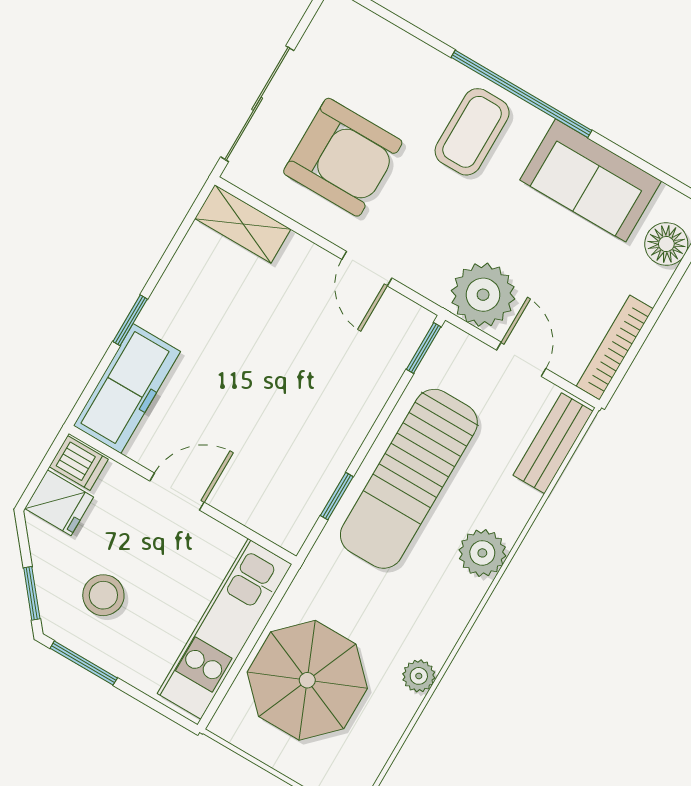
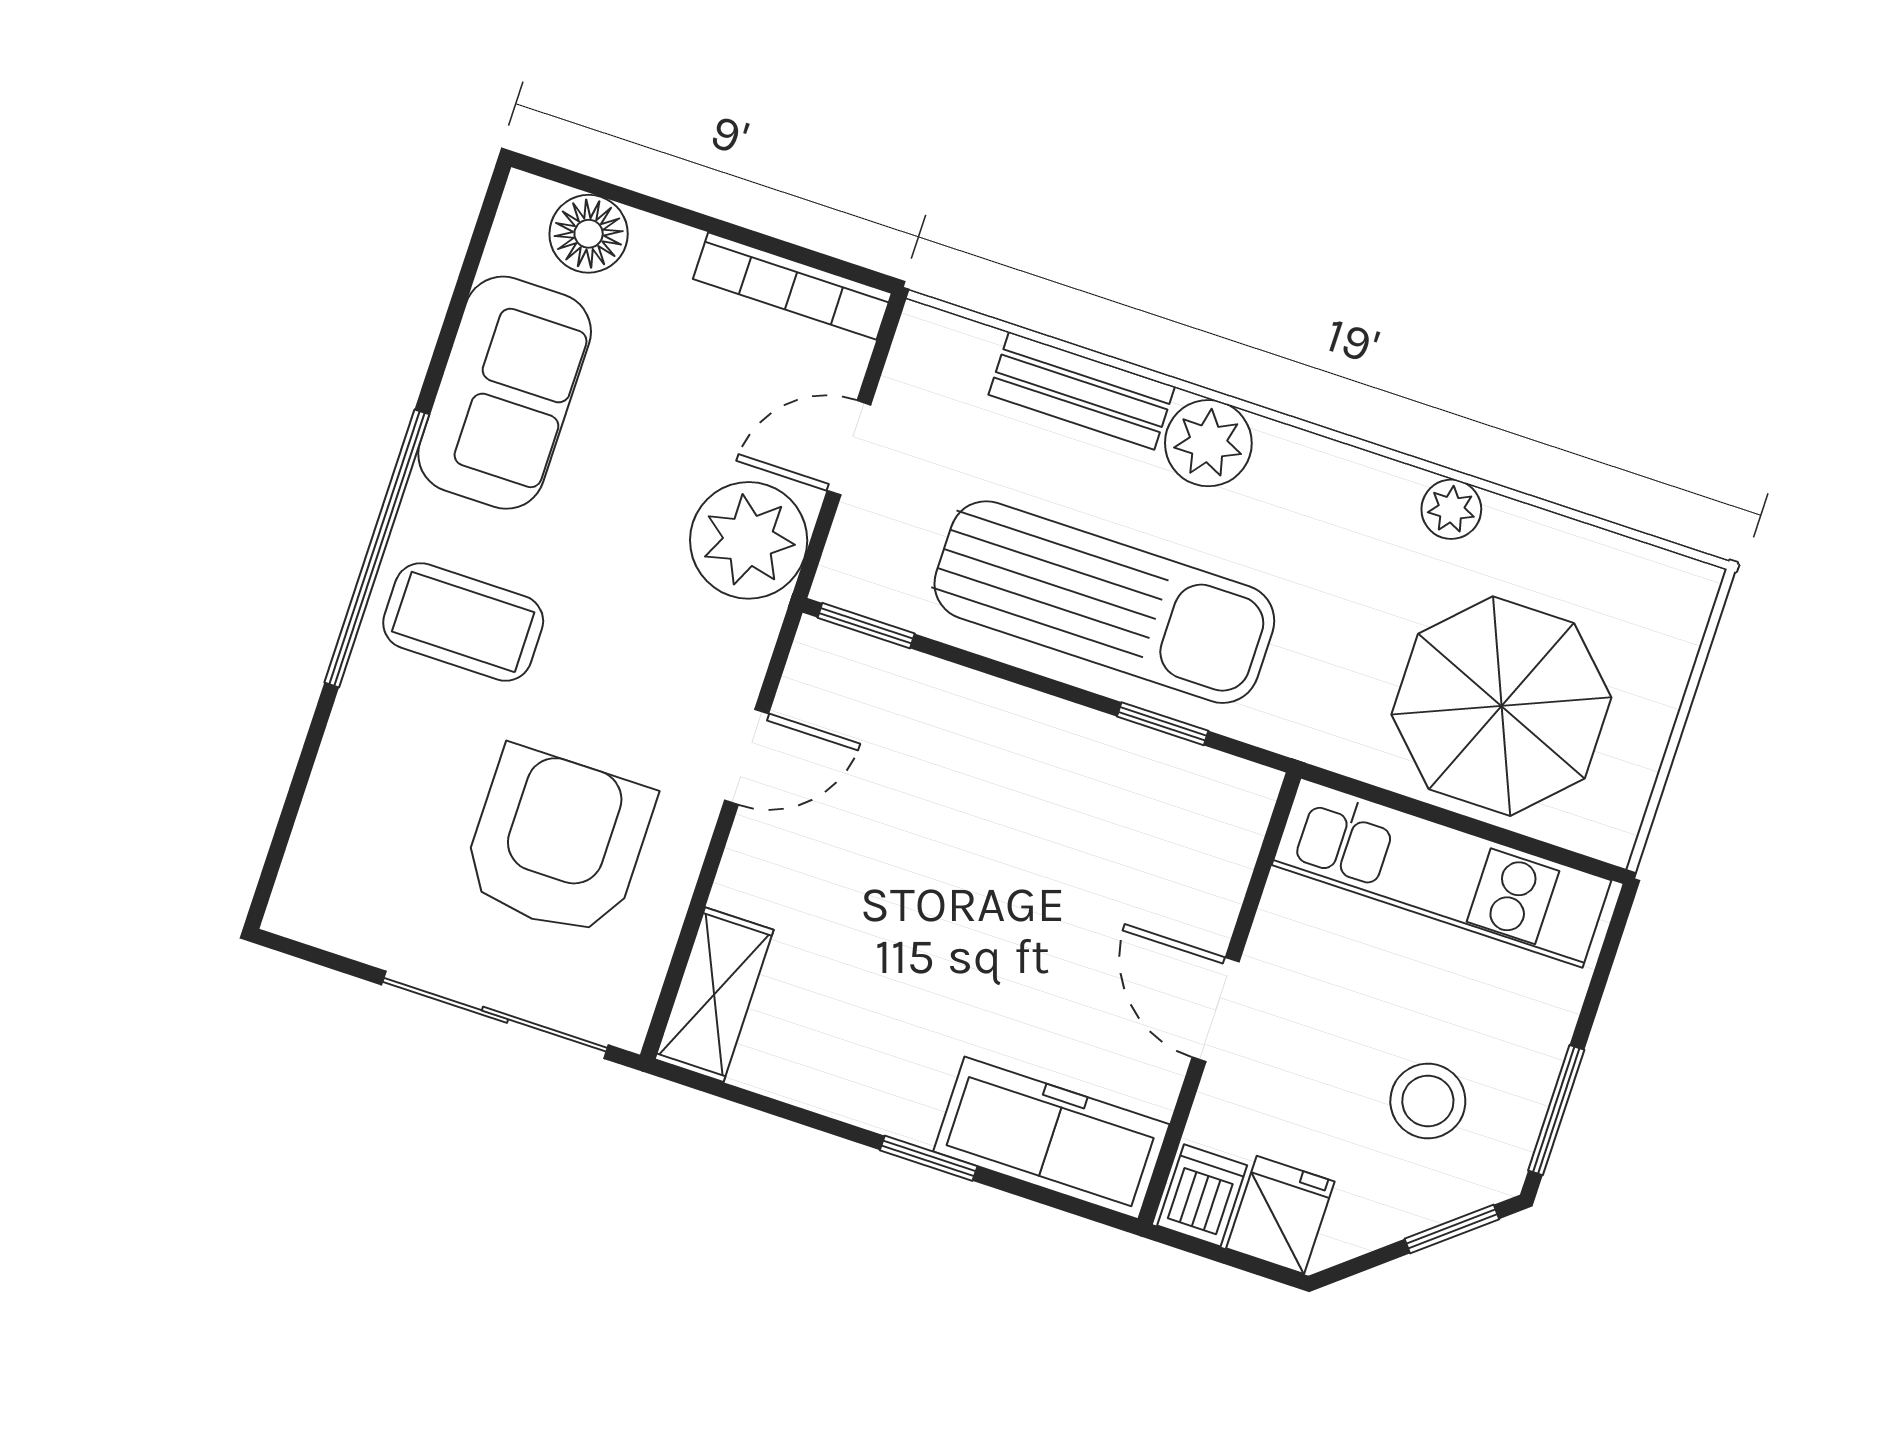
bench: (553, 443) -> (1082, 391), moved

